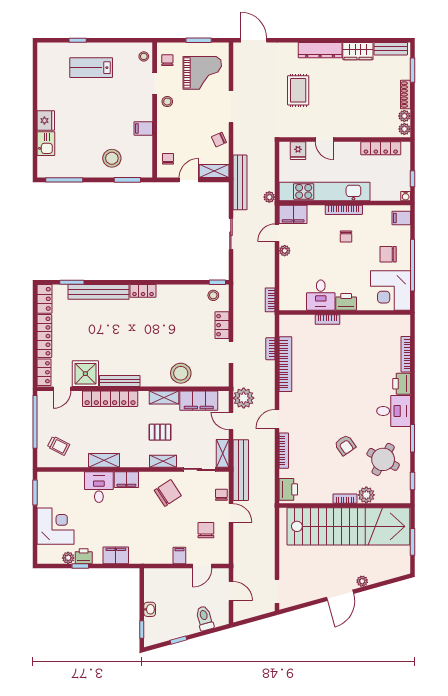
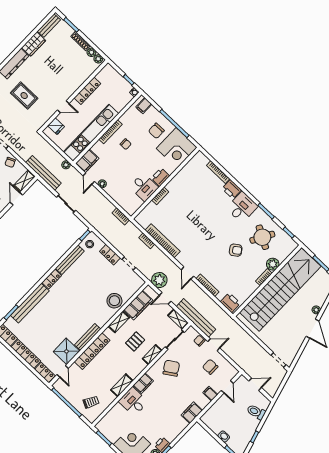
locker: (381, 148) -> (87, 91), moved
bench: (179, 291) -> (70, 260), added
filing cabinet: (116, 555) -> (192, 413), moved

